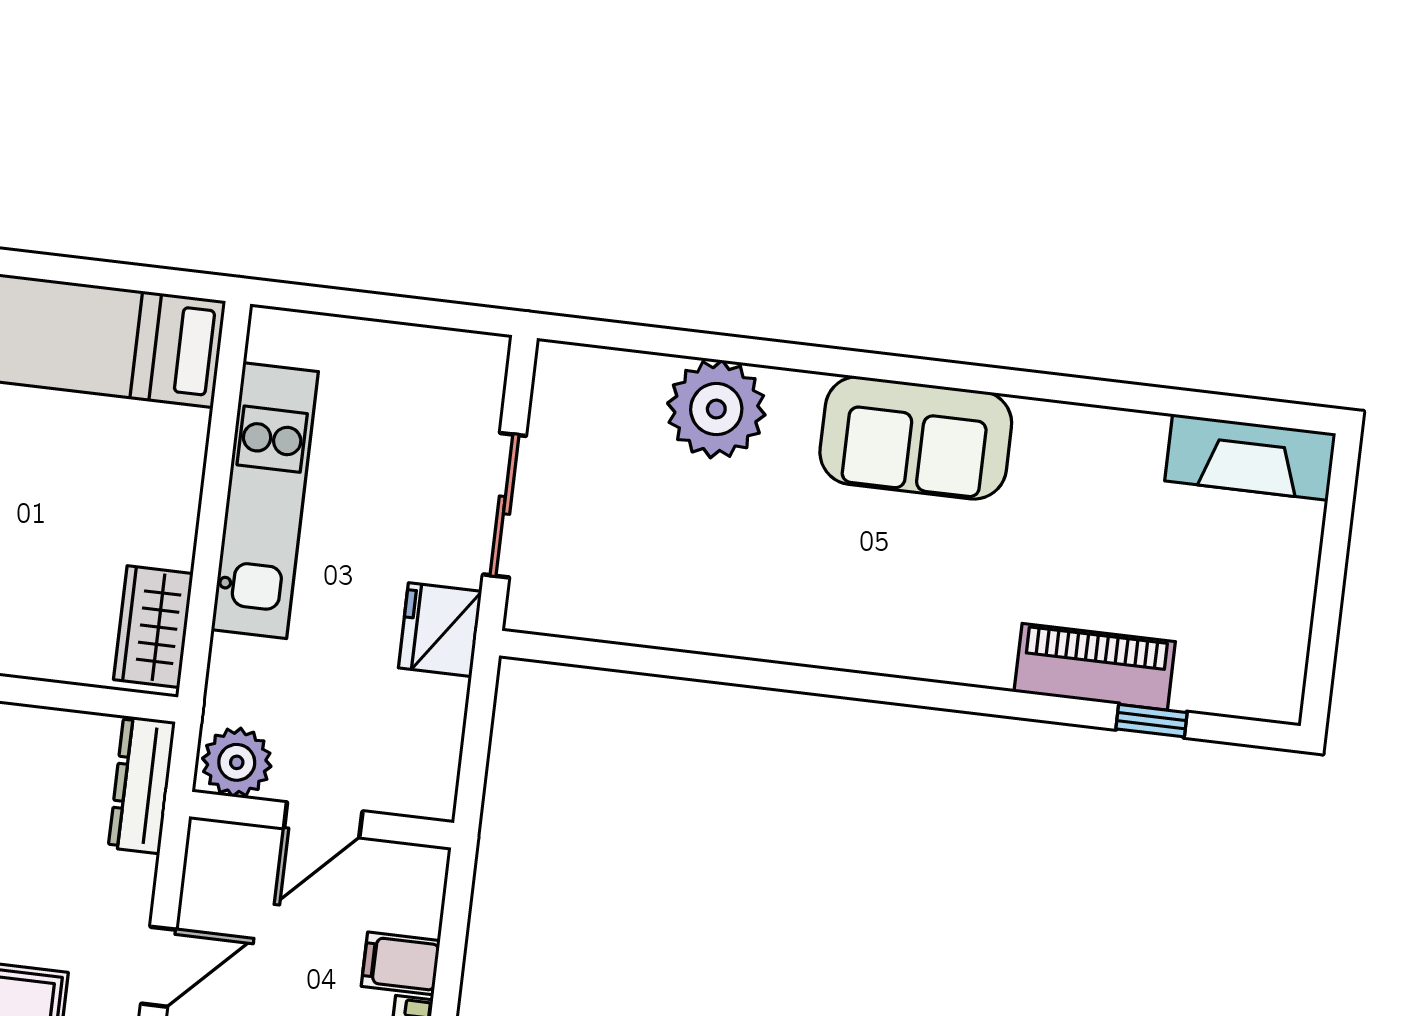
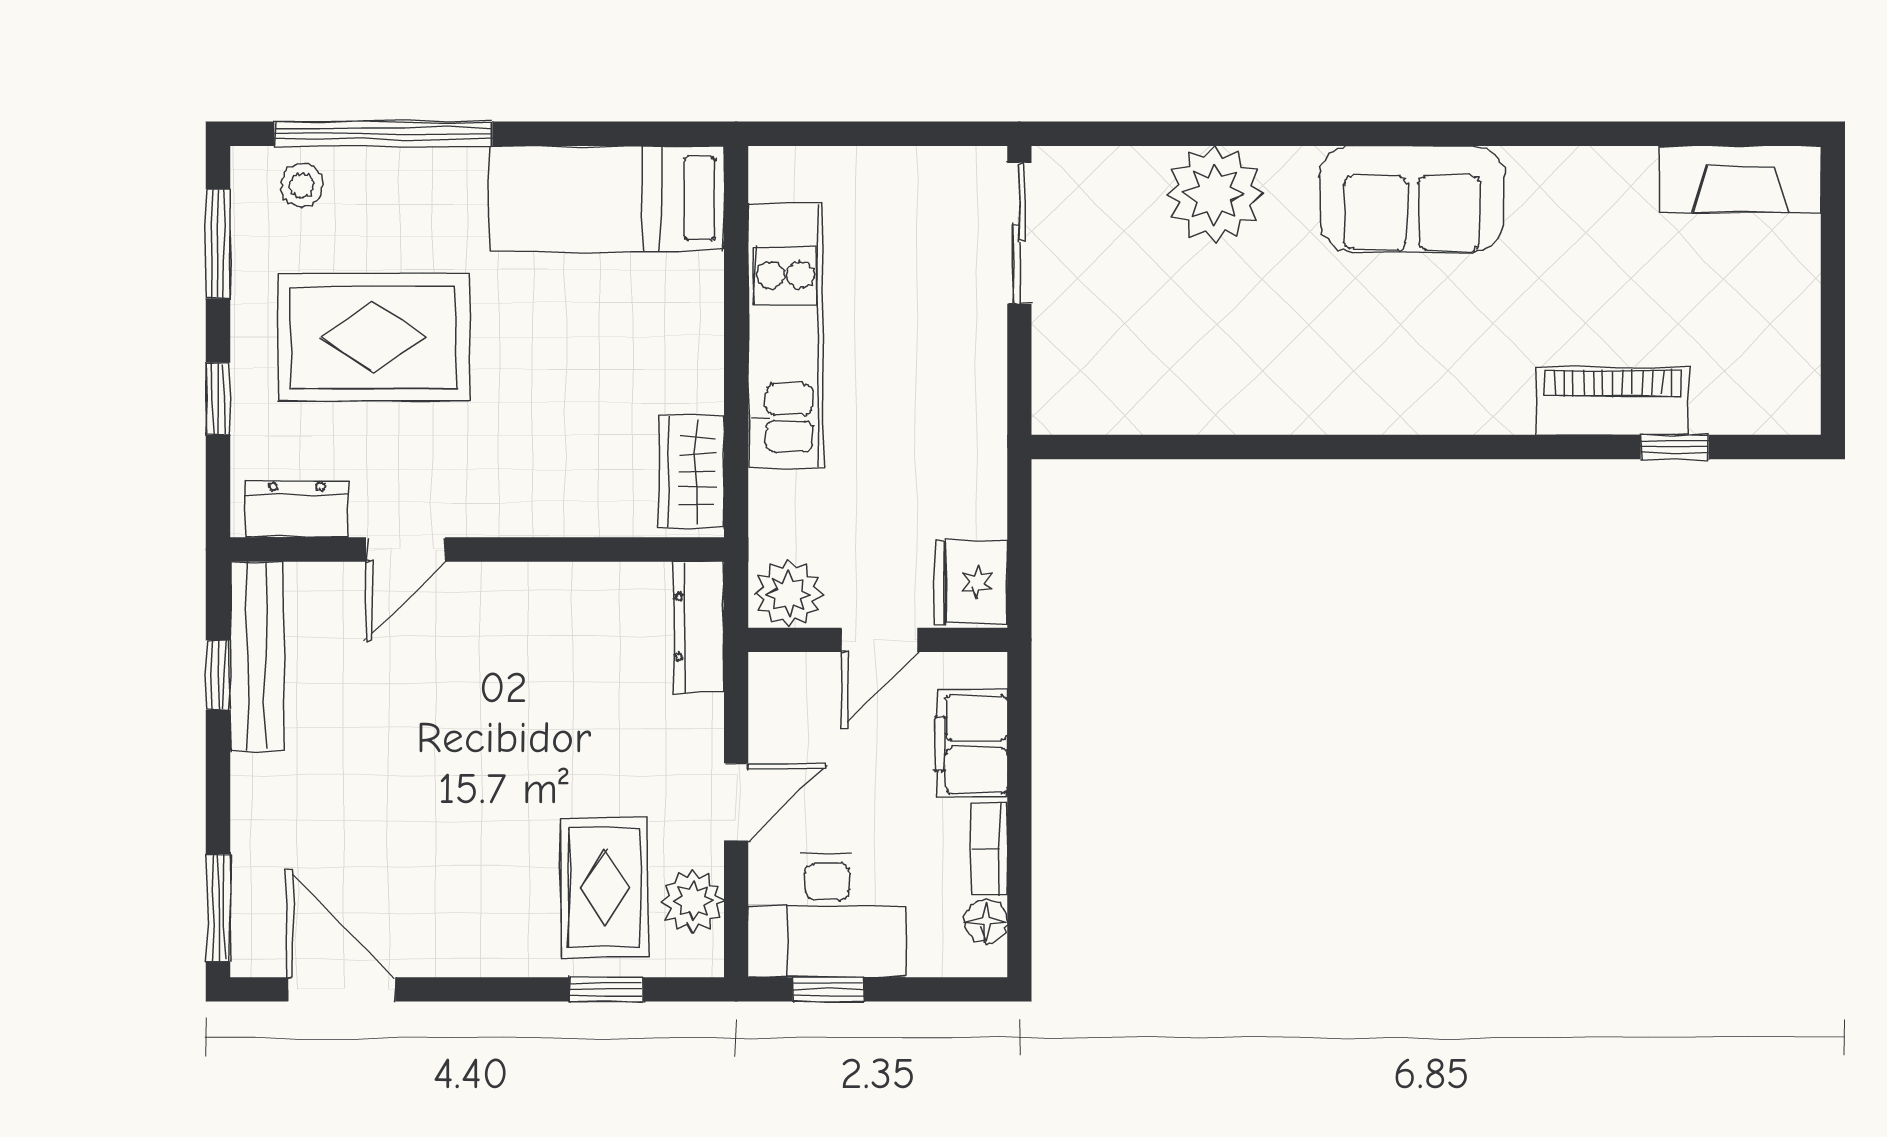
sliding door: (504, 505) -> (1019, 233), moved
fridge: (440, 630) -> (971, 582), moved
filing cabinet: (401, 963) -> (972, 744), width x2.00

